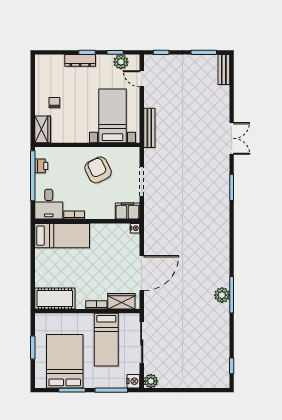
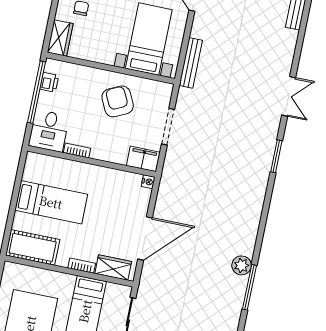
bed: (62, 236) -> (51, 202), moved
plant: (222, 295) -> (242, 265), moved

